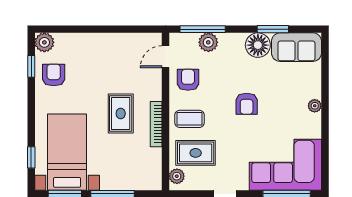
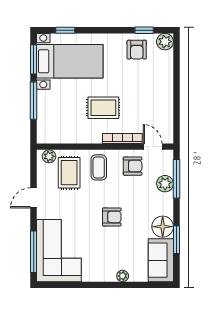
armchair: (54, 75) -> (137, 50), turned 90
armchair: (247, 104) -> (112, 217), turned 180
plant: (315, 106) -> (123, 276), moved
bookcase: (156, 124) -> (122, 138), moved

